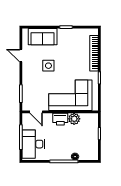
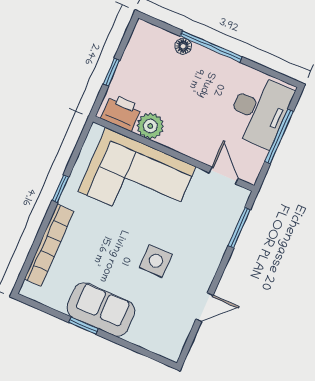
sofa: (43, 37) -> (101, 309), moved
door: (21, 56) -> (204, 307), hinge flipped
printer: (60, 119) -> (121, 113), moved

